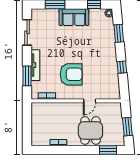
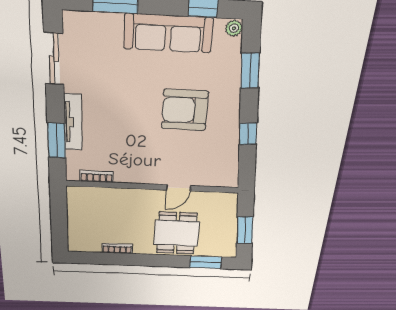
sofa: (74, 17) -> (168, 33), width x1.36
armchair: (71, 74) -> (185, 110), moved, turned 180

